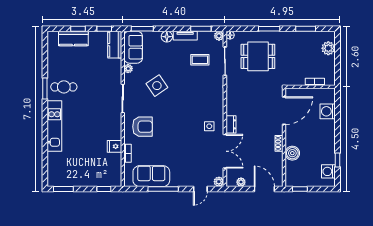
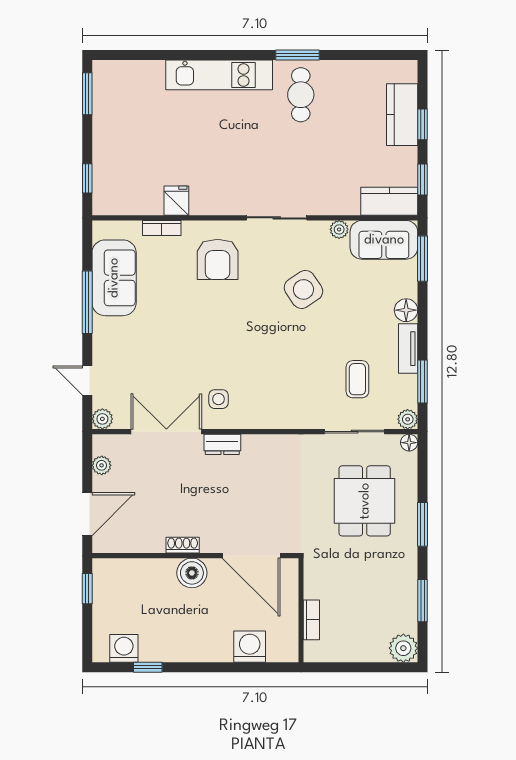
plant: (328, 48) -> (403, 648), moved
double door: (225, 151) -> (166, 432), swing flipped
boiler: (292, 153) -> (192, 573), moved

